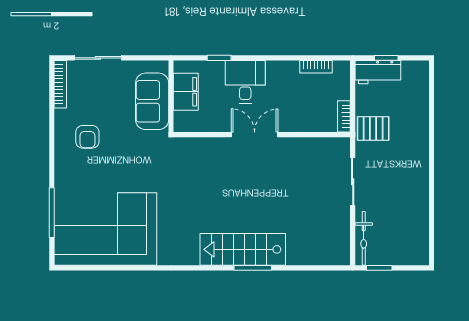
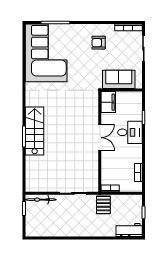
workbench: (378, 72) -> (129, 230), moved, turned 90
filing cabinet: (186, 92) -> (108, 102), moved, turned -90

